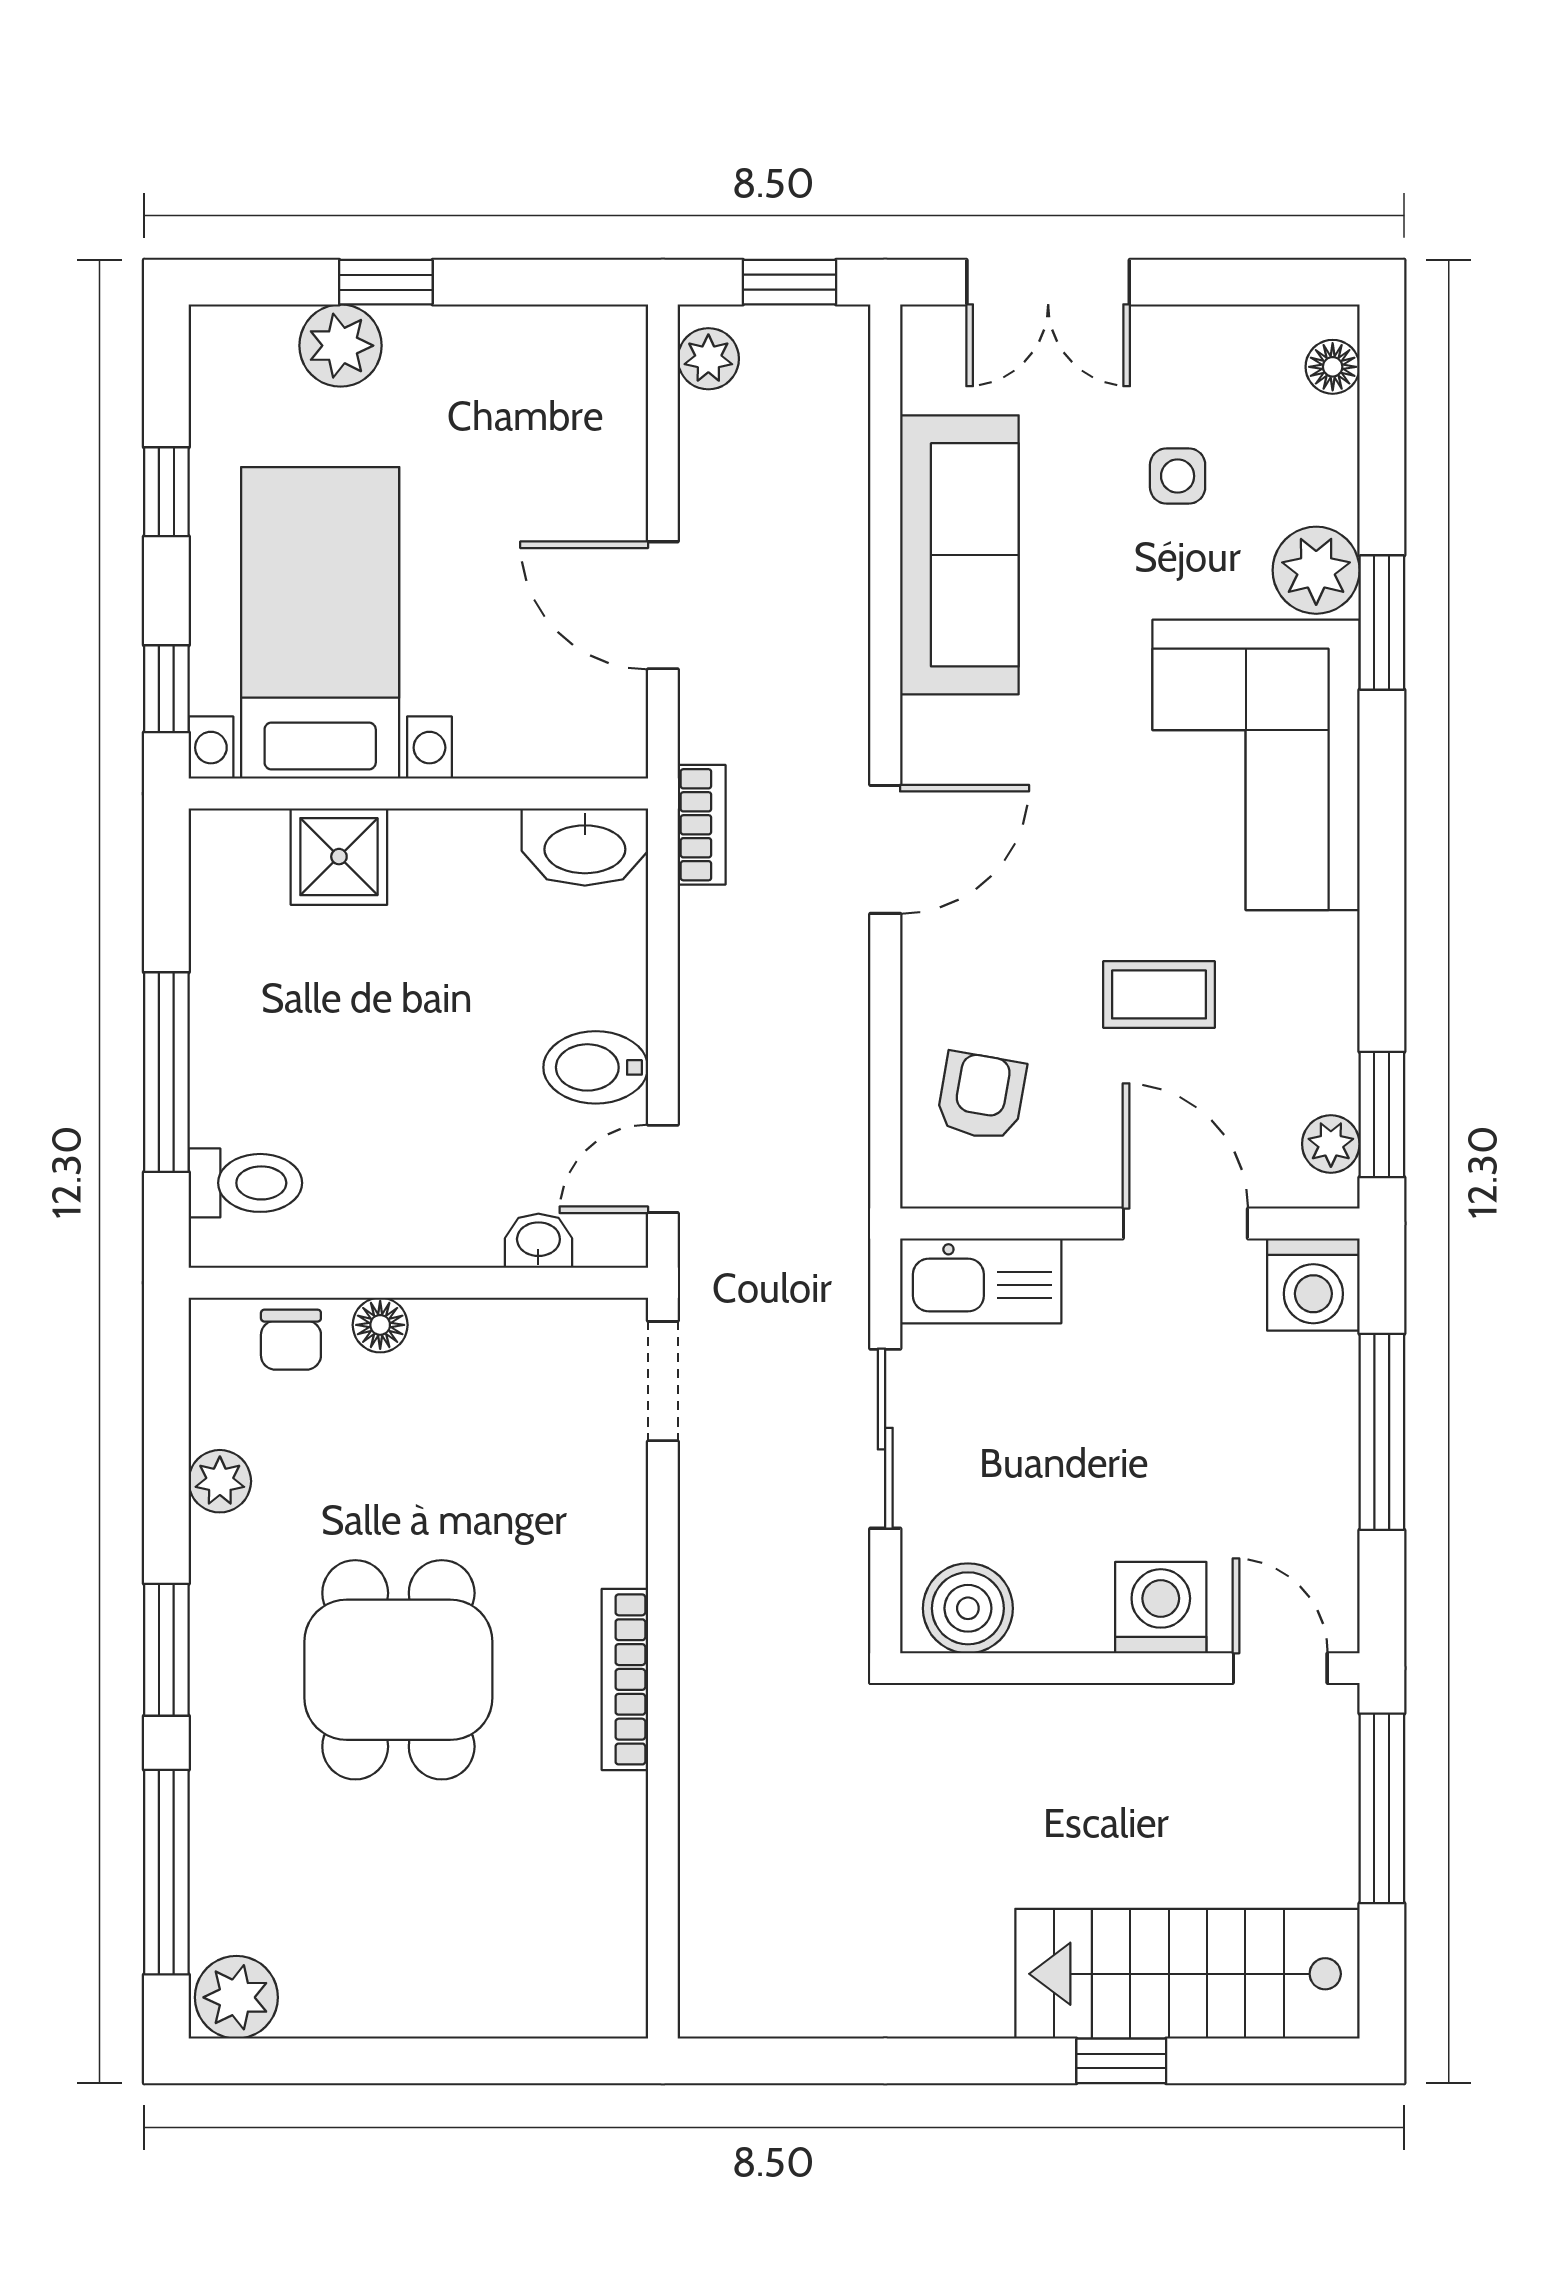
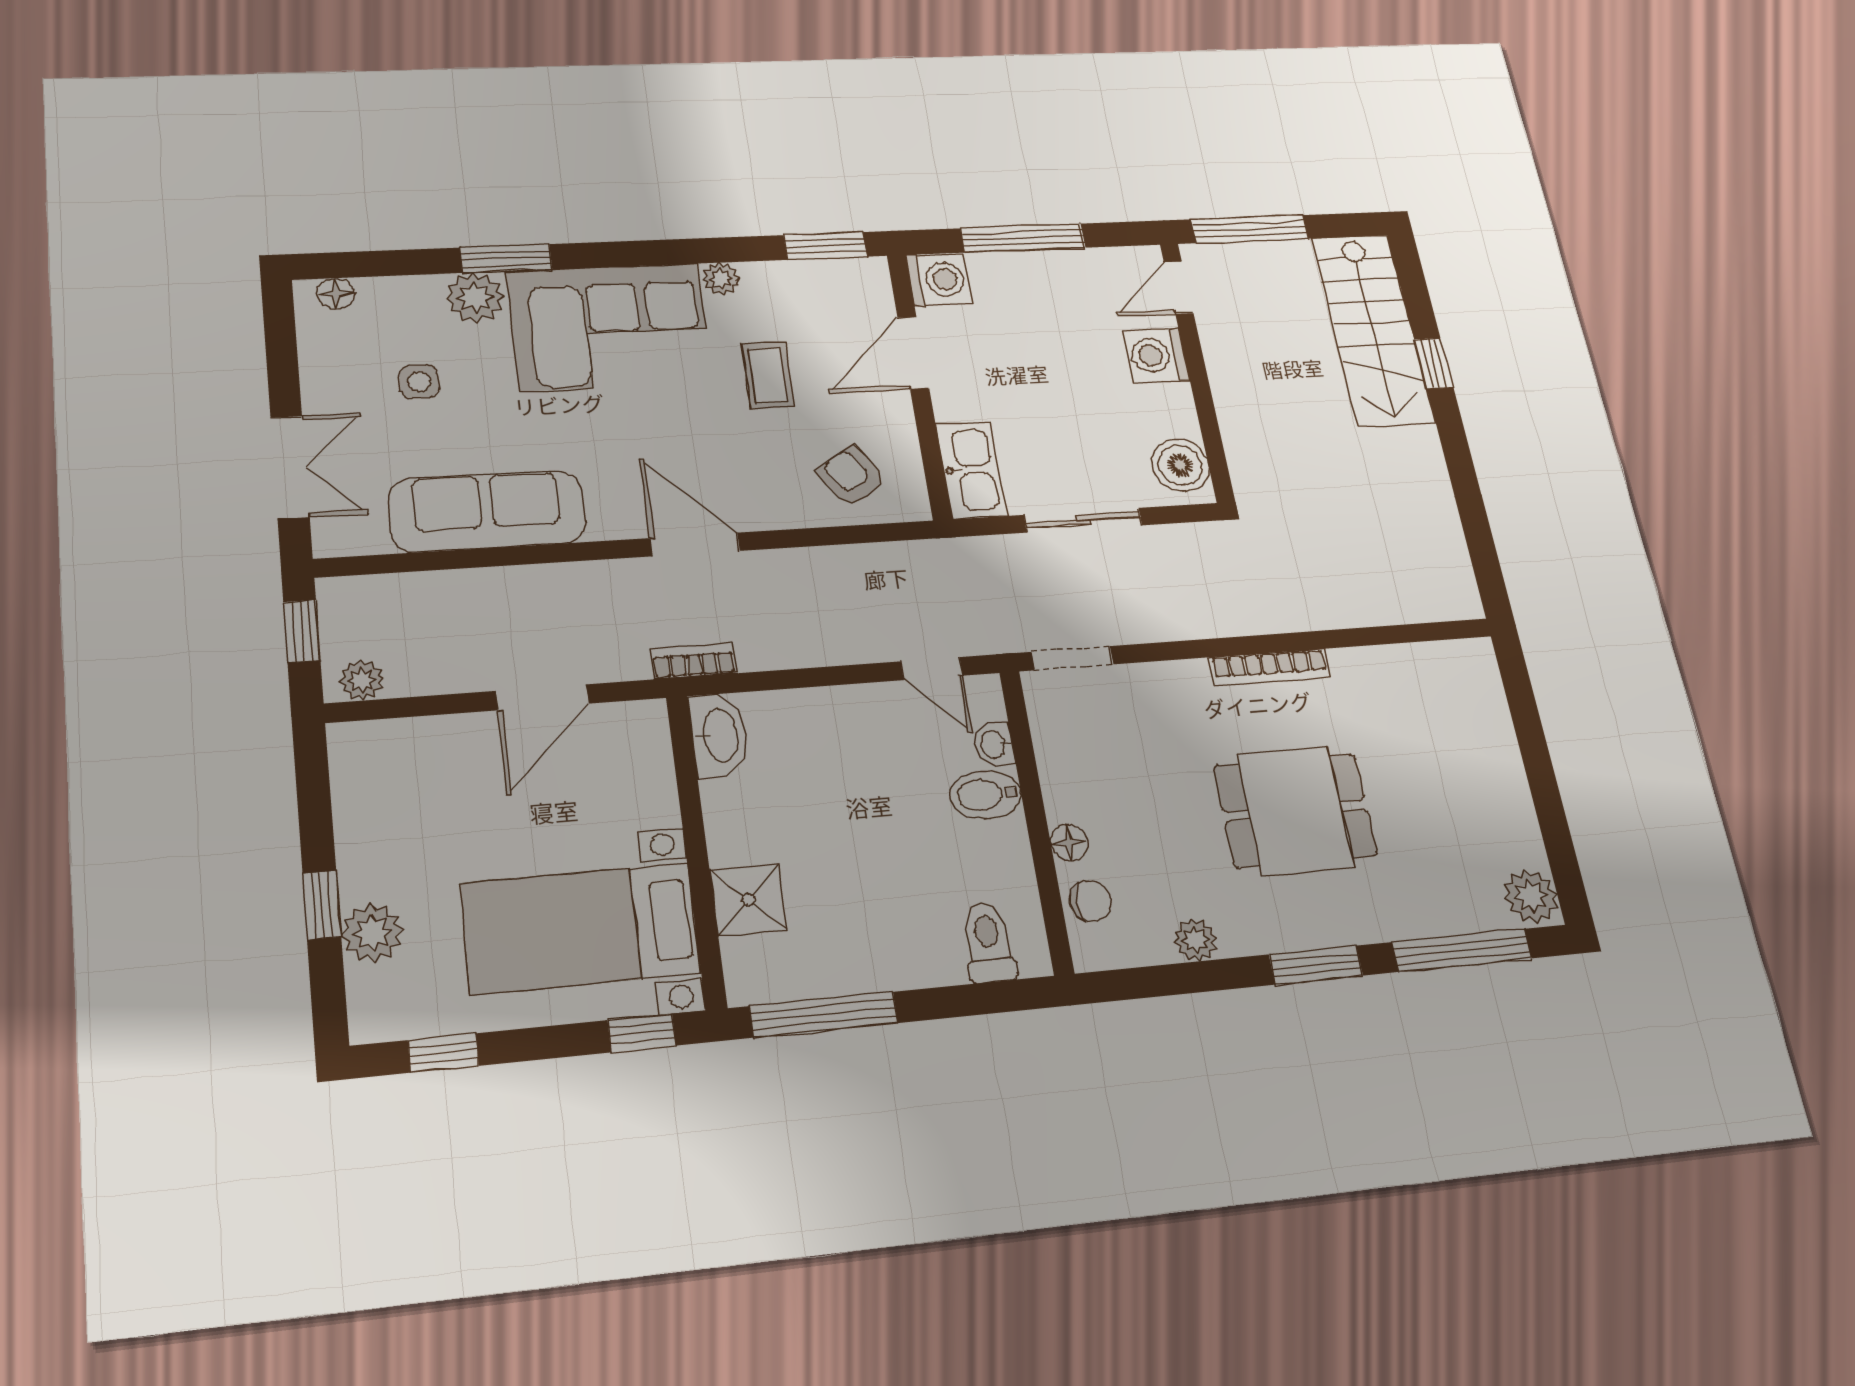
window: (166, 492) -> (443, 1053), moved
bidet: (596, 1067) -> (985, 795), moved, turned 90
window: (166, 1072) -> (824, 1015), moved
armchair: (981, 1096) -> (851, 476), turned 48
plant: (1331, 1144) -> (721, 279), moved

